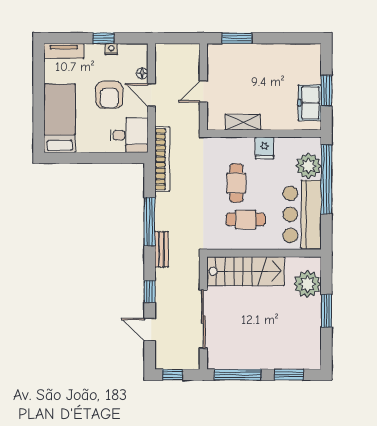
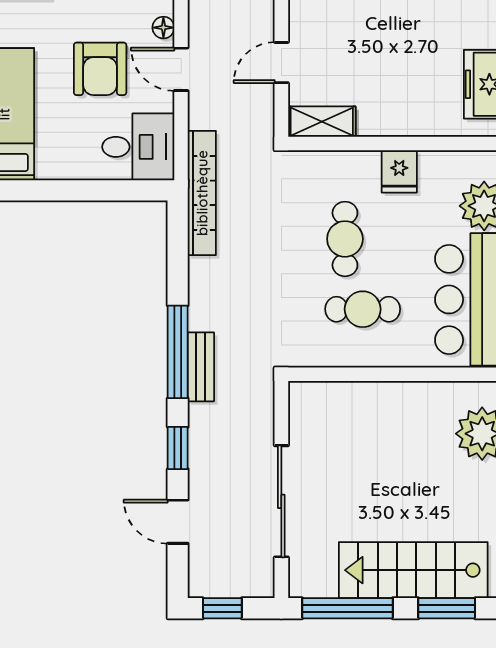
shelving: (243, 122) -> (322, 122), moved
window: (150, 222) -> (178, 352), moved
stairs: (245, 271) -> (413, 570), moved, turned 180

